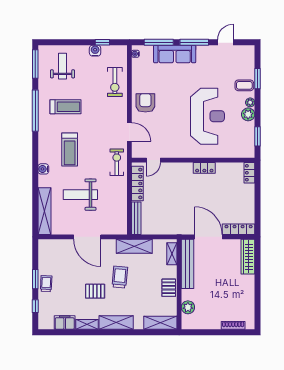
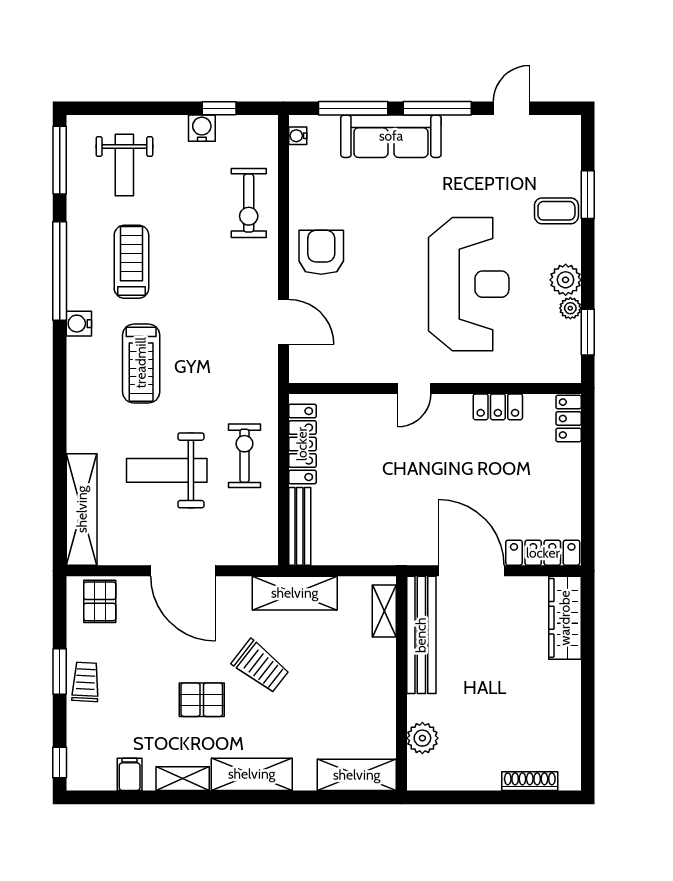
weight bench: (63, 66) -> (124, 165), turned 180
plant: (250, 102) -> (570, 308), moved
treadmill: (65, 107) -> (131, 262), turned -90
door: (153, 160) -> (414, 388), moved
exercise bike: (117, 162) -> (244, 456), moved
locker: (204, 168) -> (498, 407), moved
water cooler: (43, 169) -> (79, 324), moved
trolley: (120, 277) -> (261, 666), turned 123
pallet: (169, 288) -> (100, 601), moved
window: (35, 306) -> (60, 762), moved
filing cabinet: (65, 323) -> (130, 774), width x0.50

